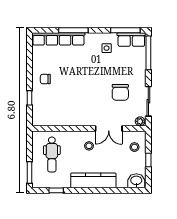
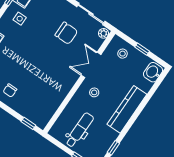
window: (30, 98) -> (28, 123), moved
double door: (109, 128) -> (91, 65), swing flipped
dental chair: (52, 155) -> (80, 130), turned -90

